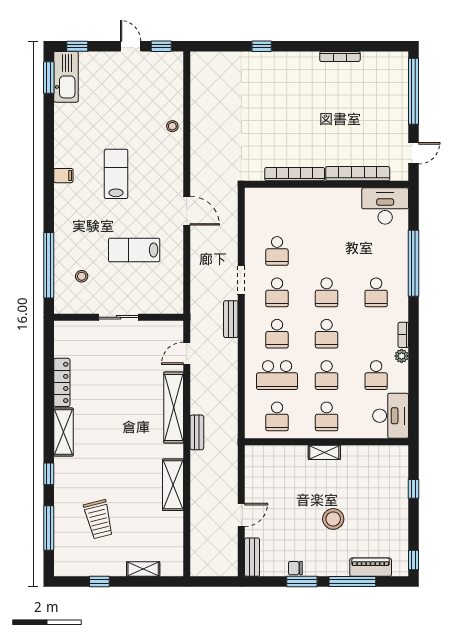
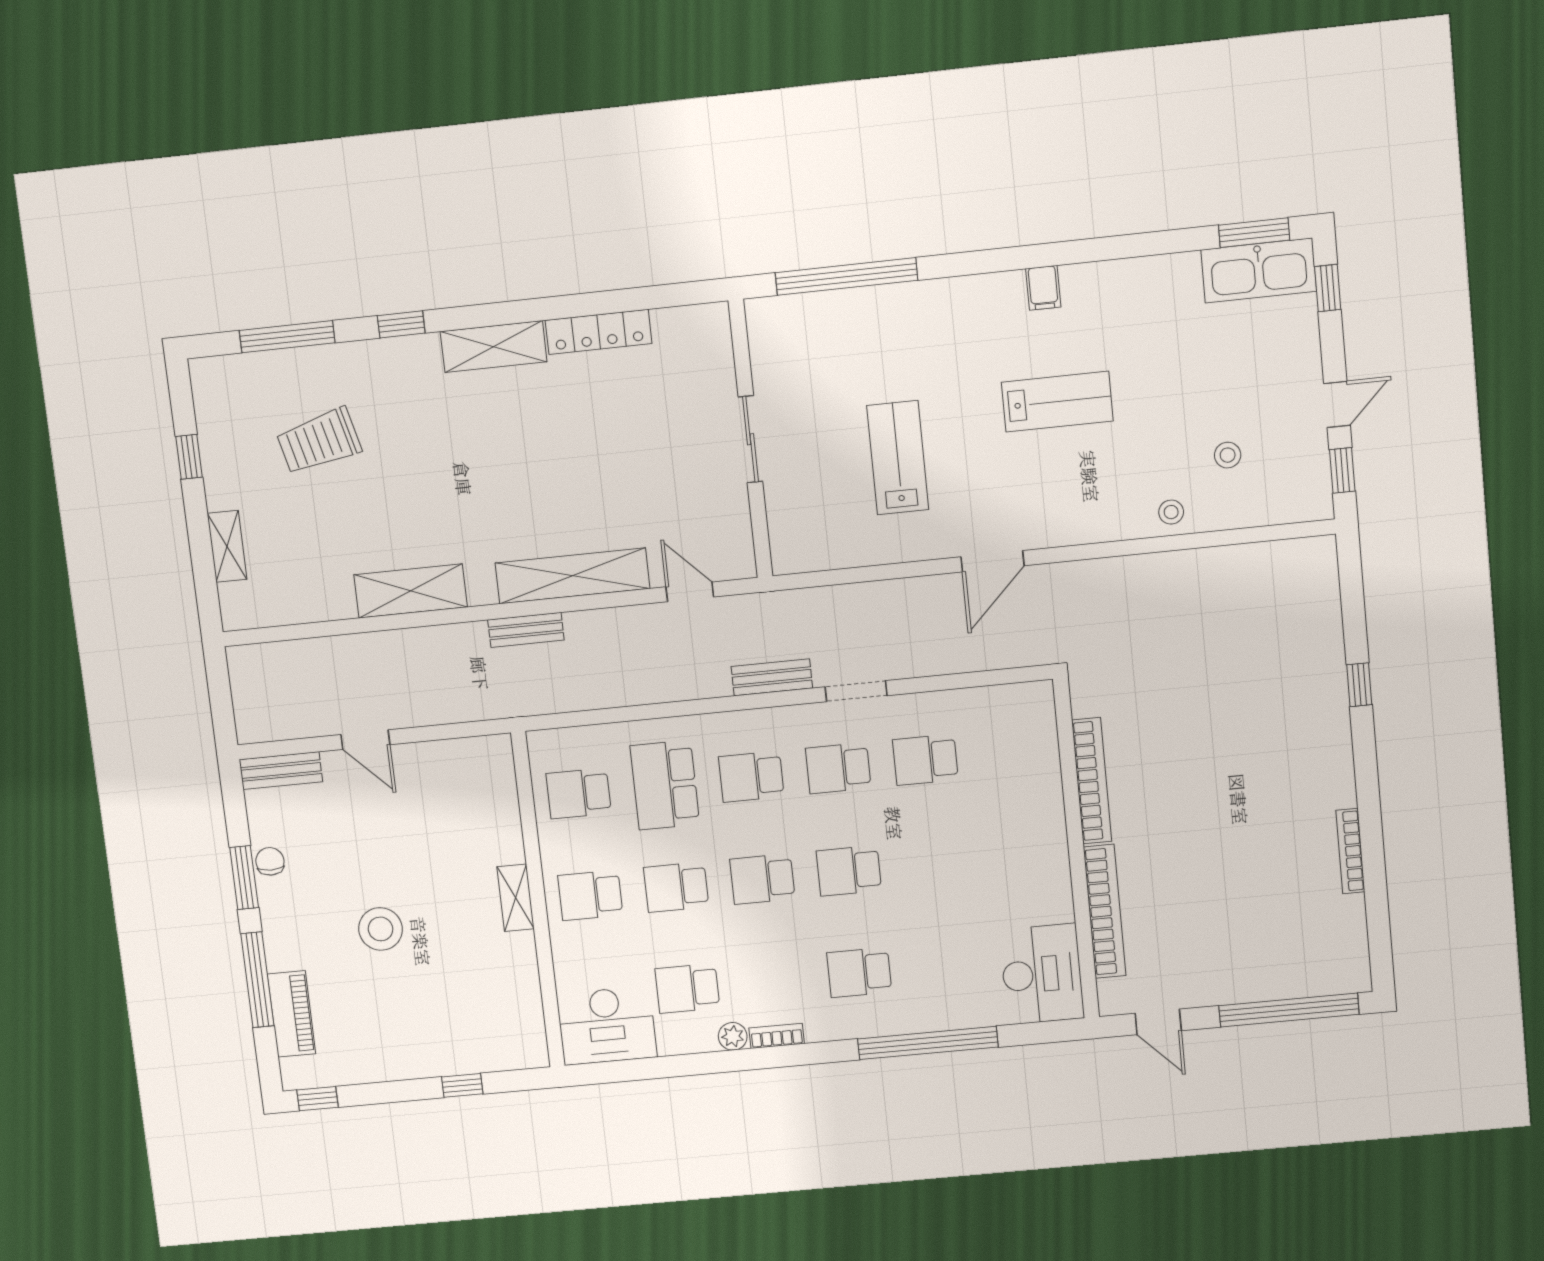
stool: (82, 276) -> (1228, 455), moved

